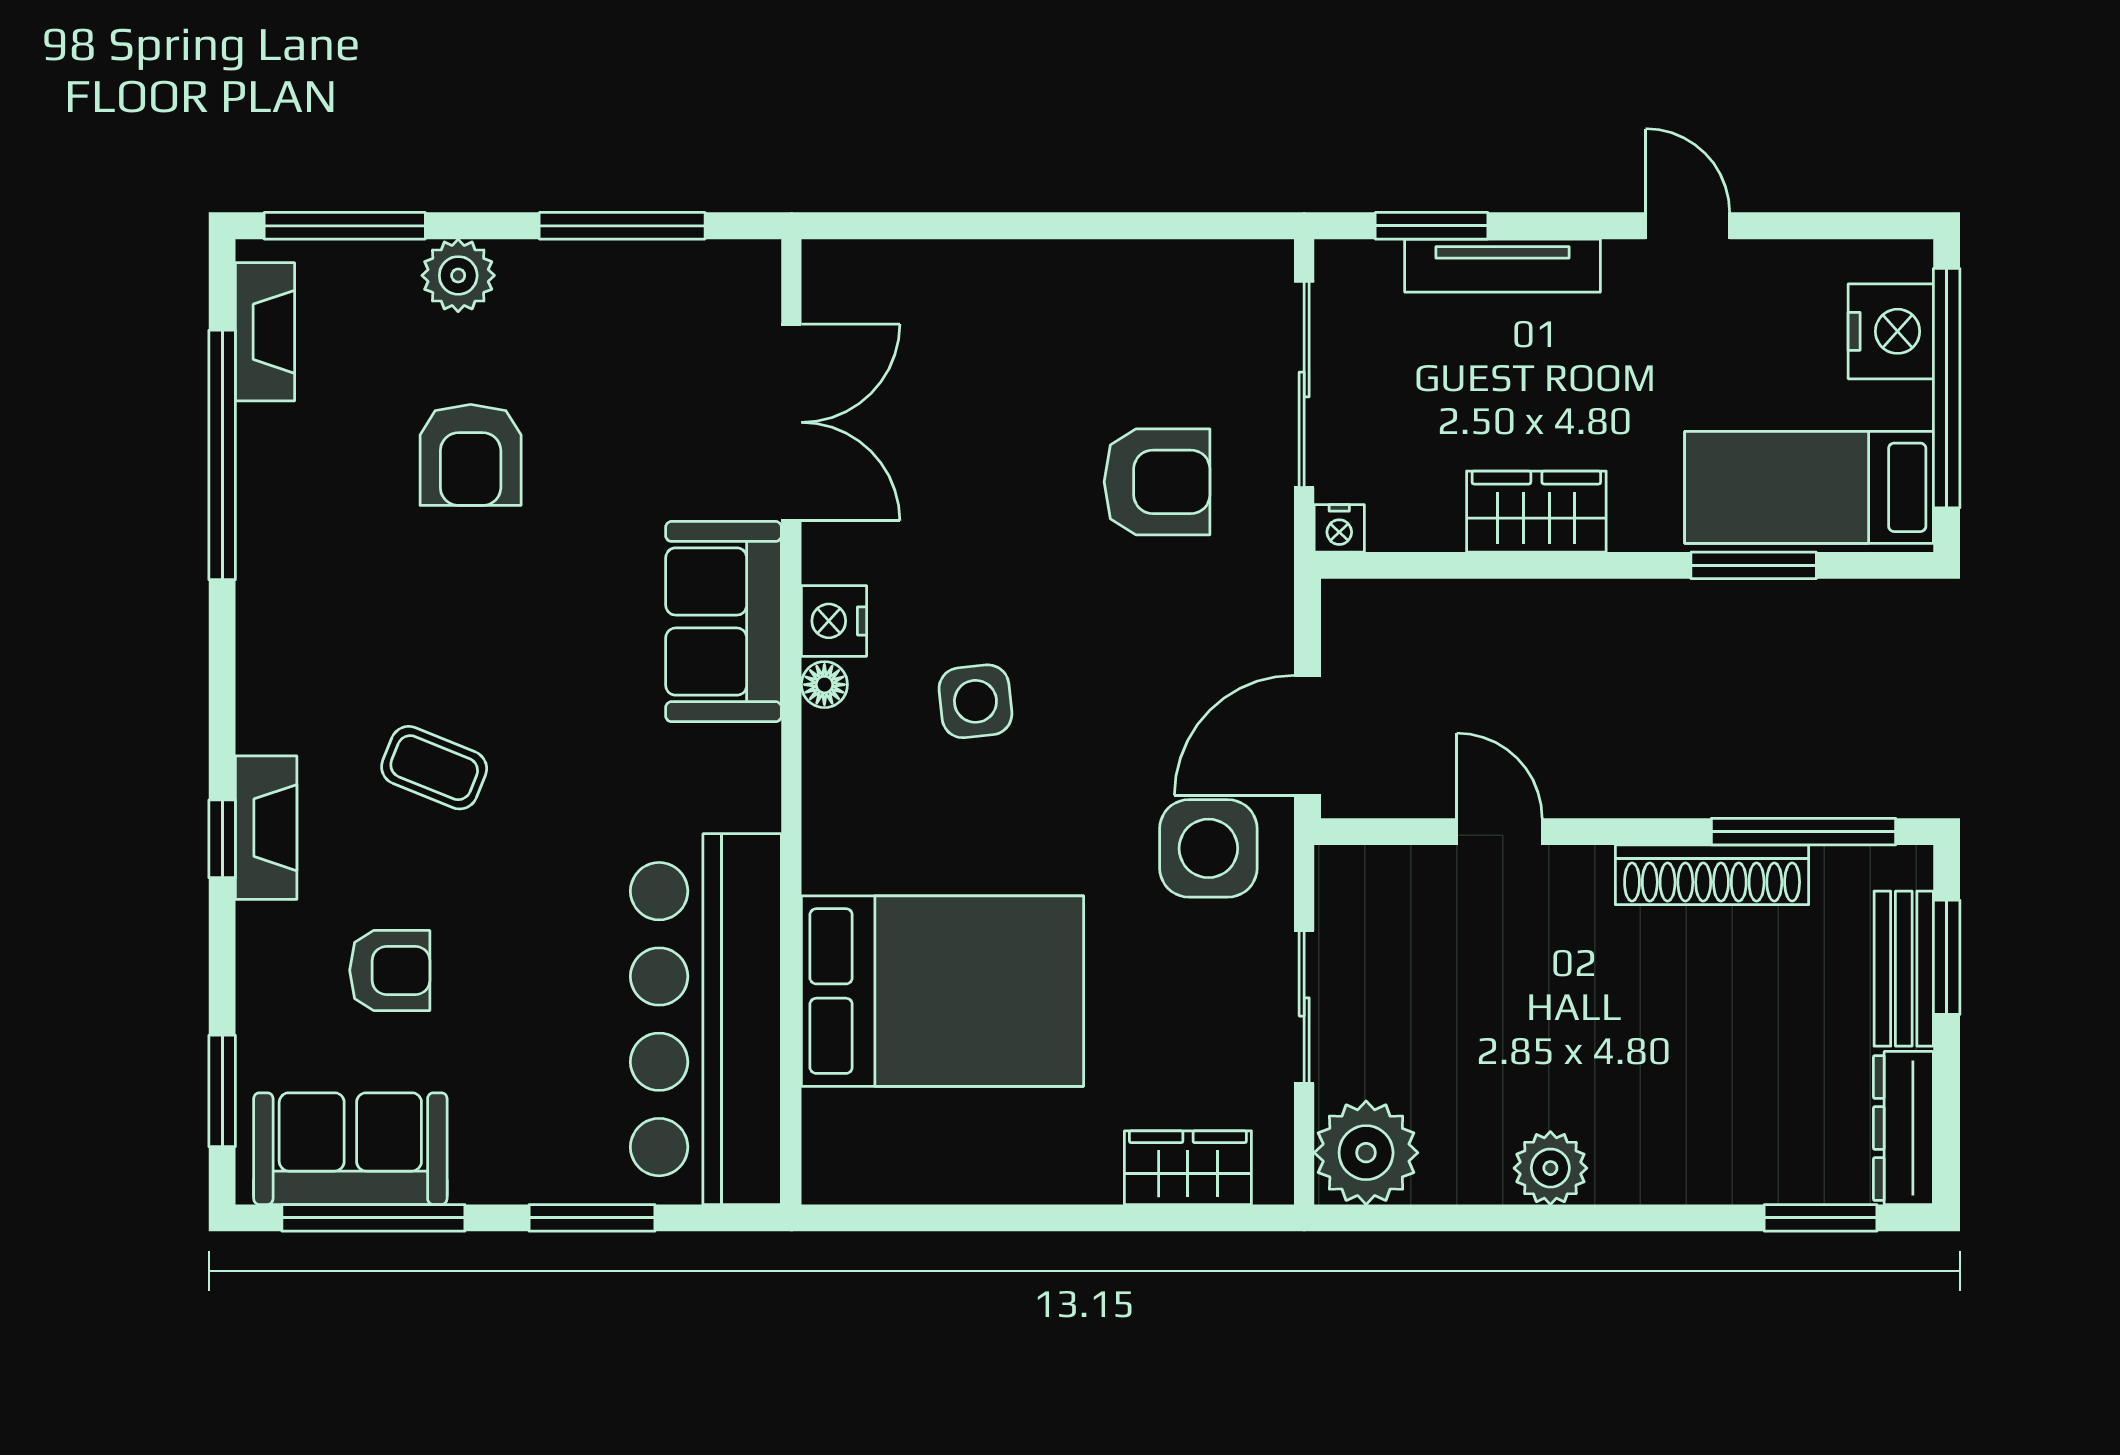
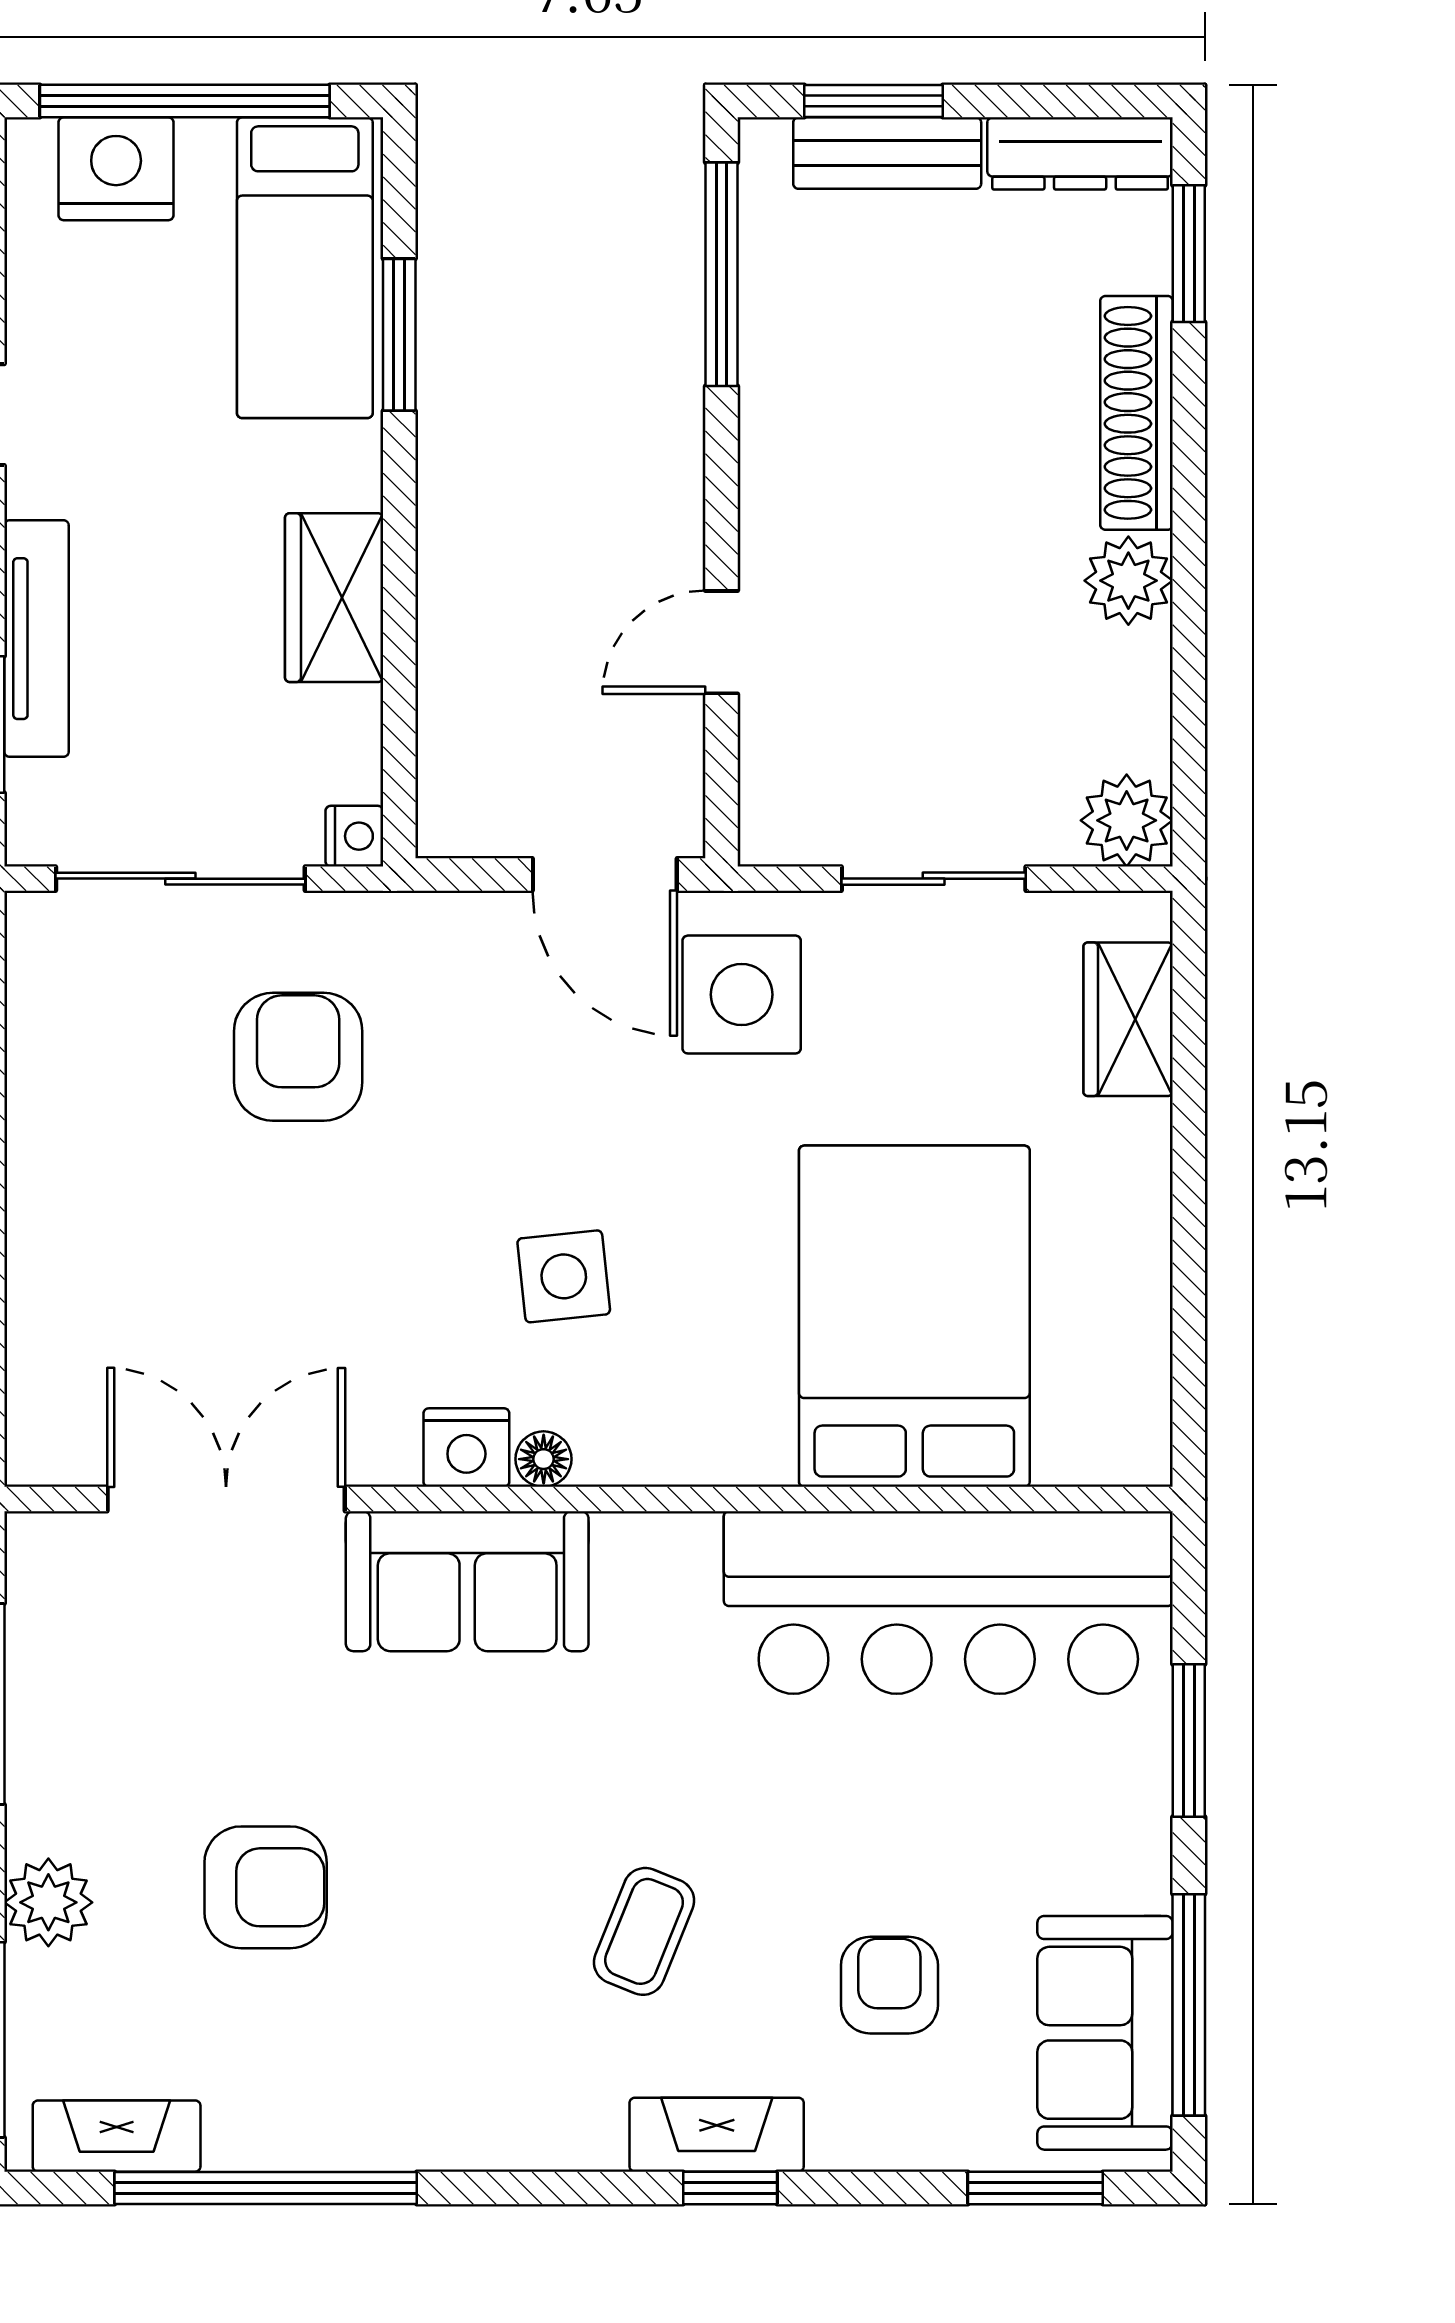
shoe rack: (1712, 875) -> (1137, 413), moved, turned 180
plant: (1366, 1153) -> (1127, 820), width x0.73, depth x0.73

